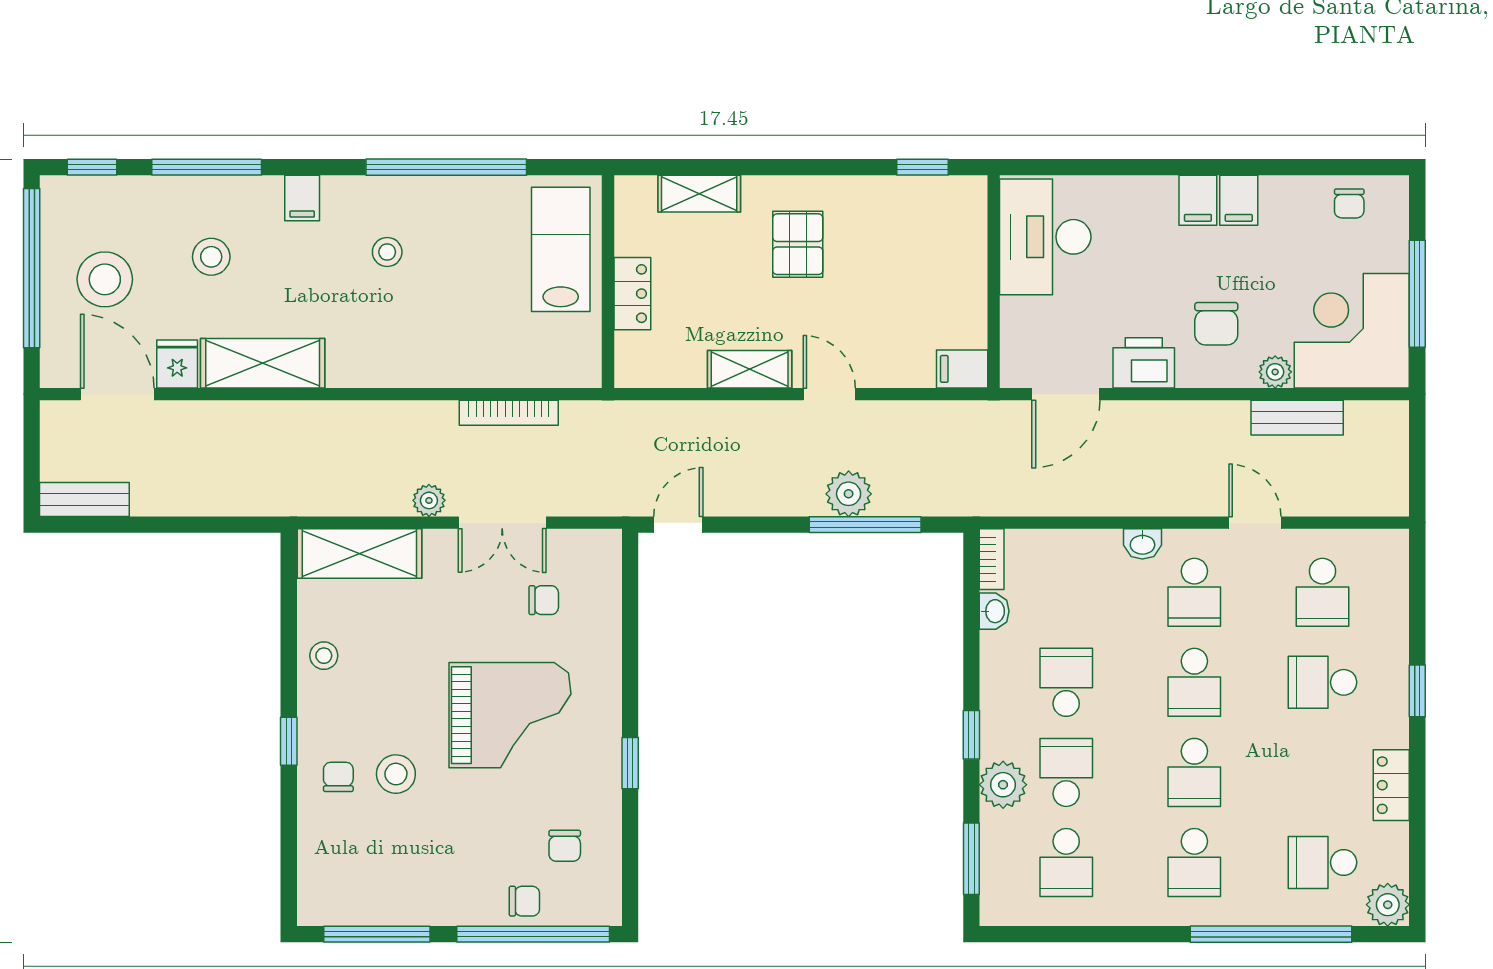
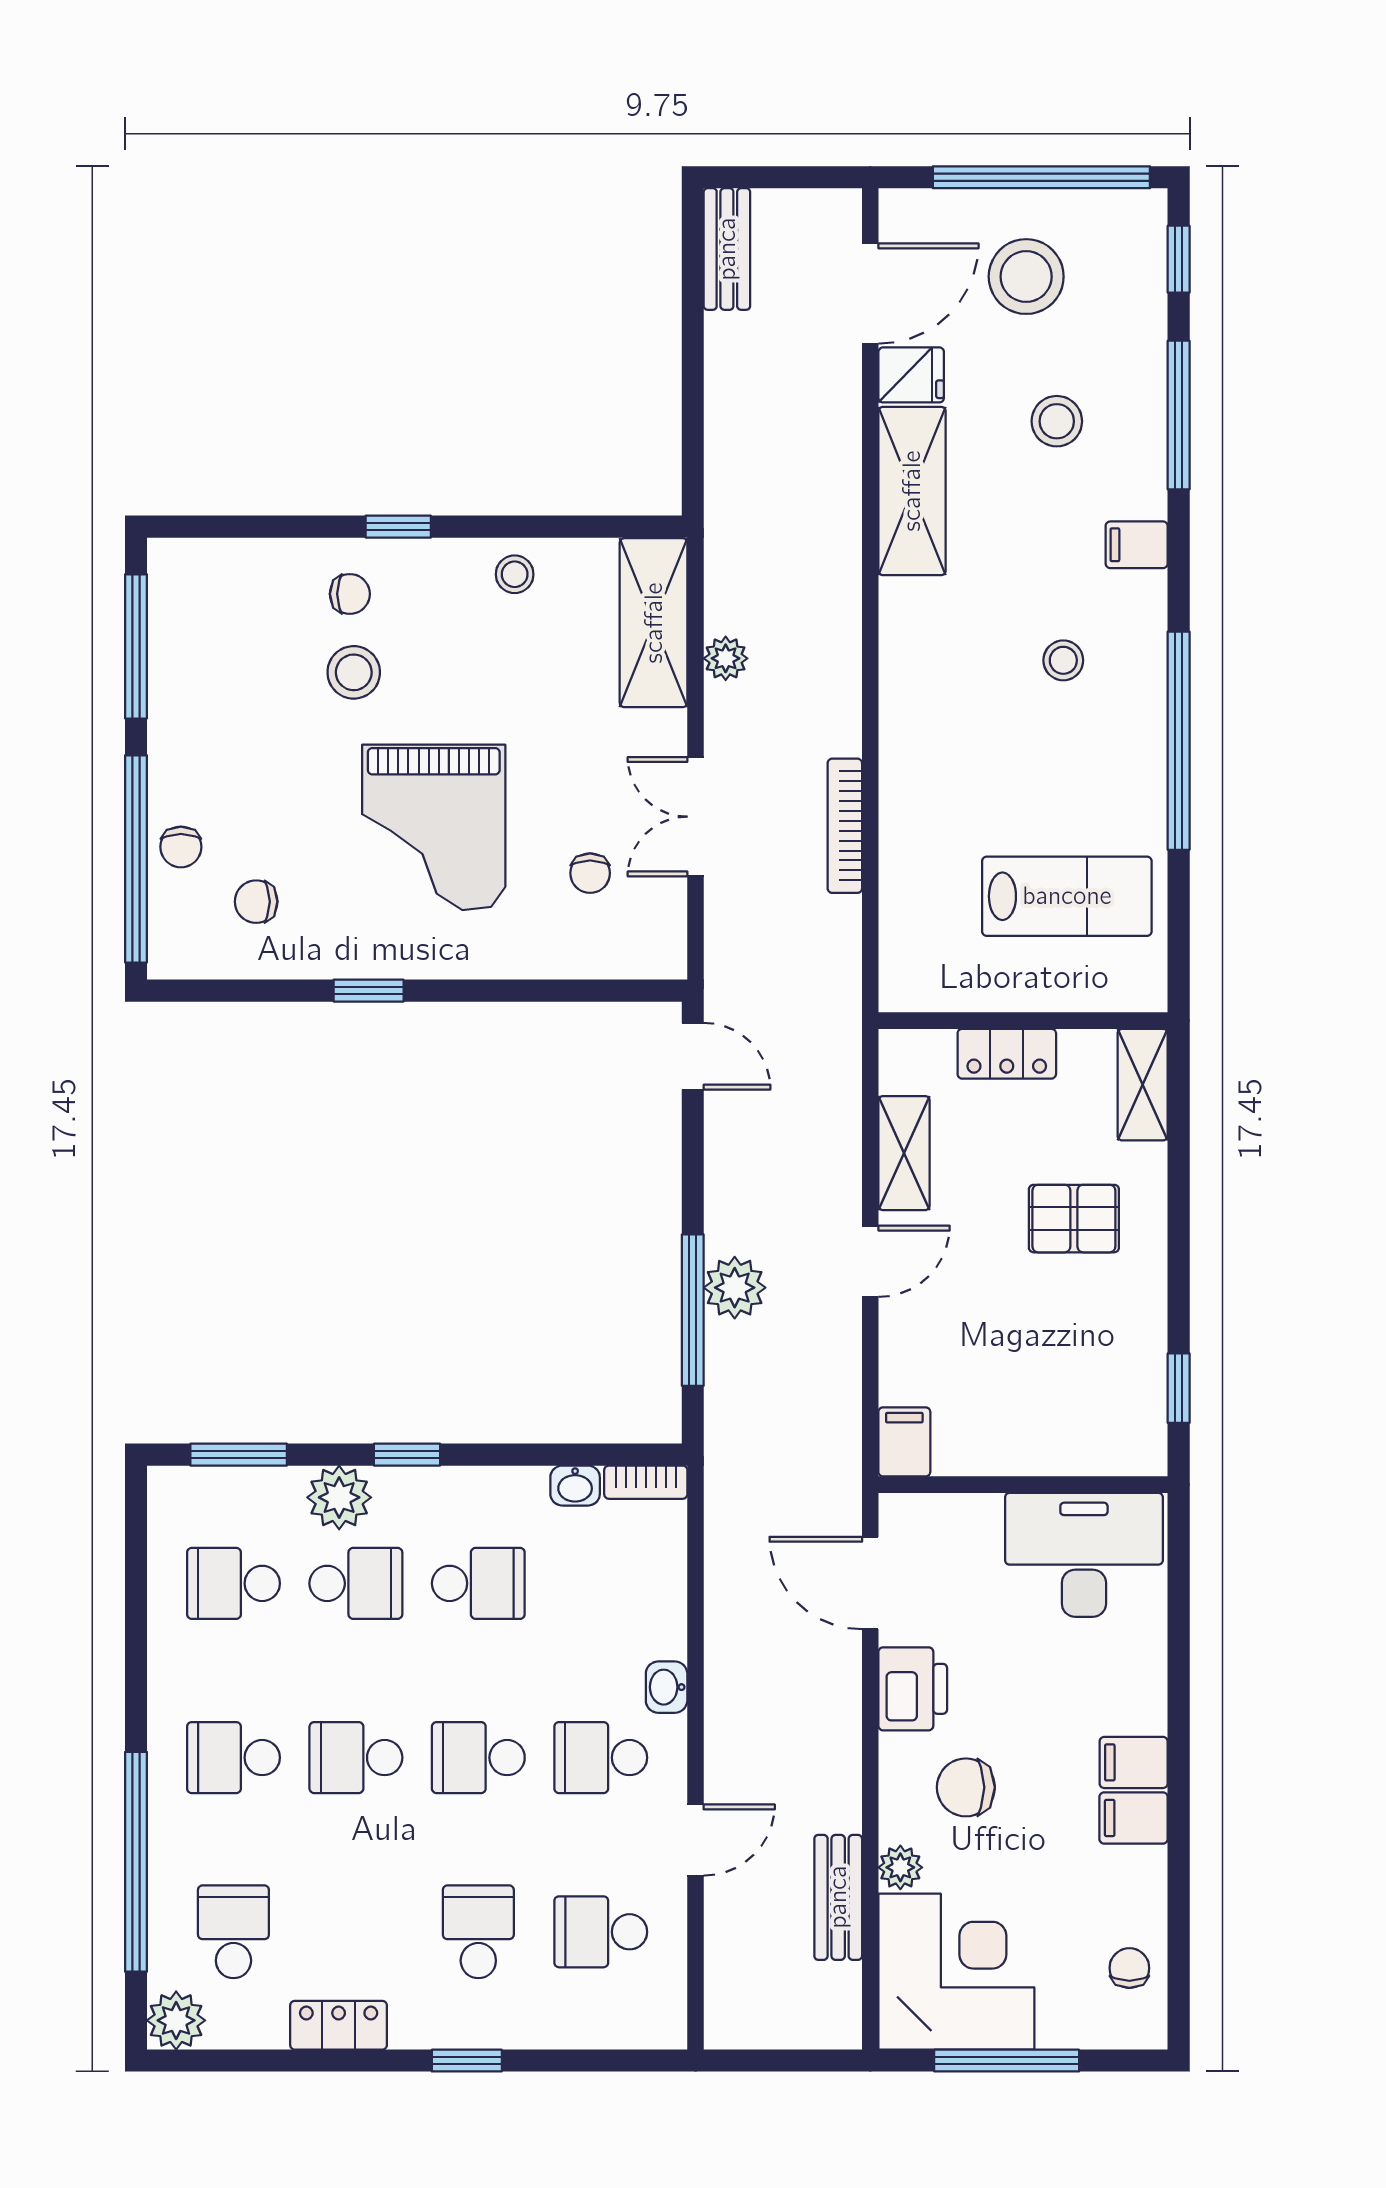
chair: (1349, 203) -> (1129, 1968), turned 90
wall: (608, 282) -> (1023, 1021), moved
locker: (632, 294) -> (1007, 1054), moved
plant: (429, 500) -> (726, 658), moved

